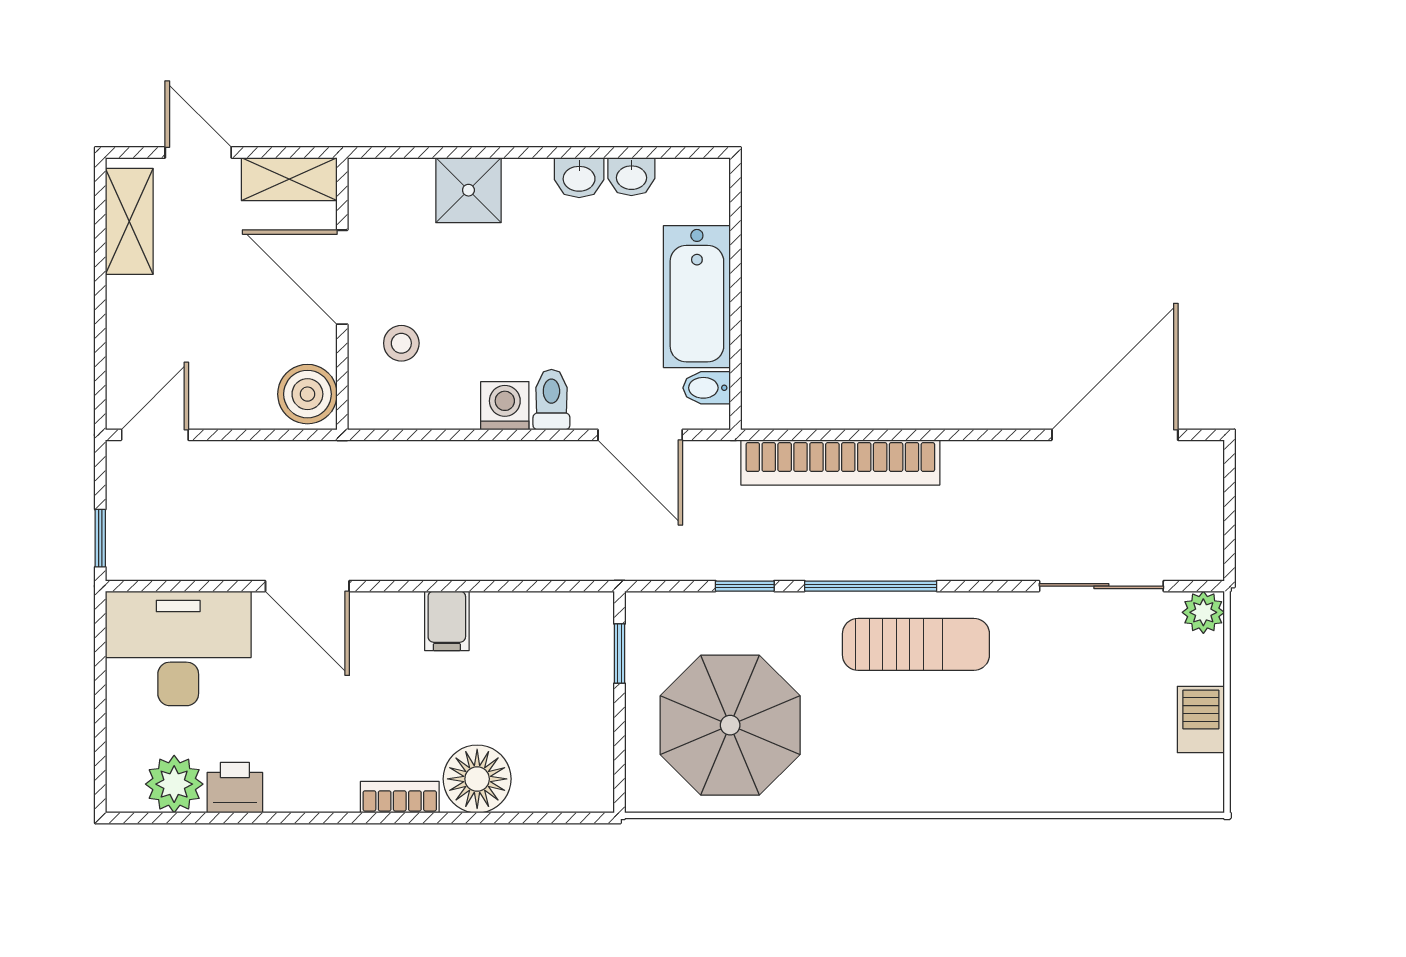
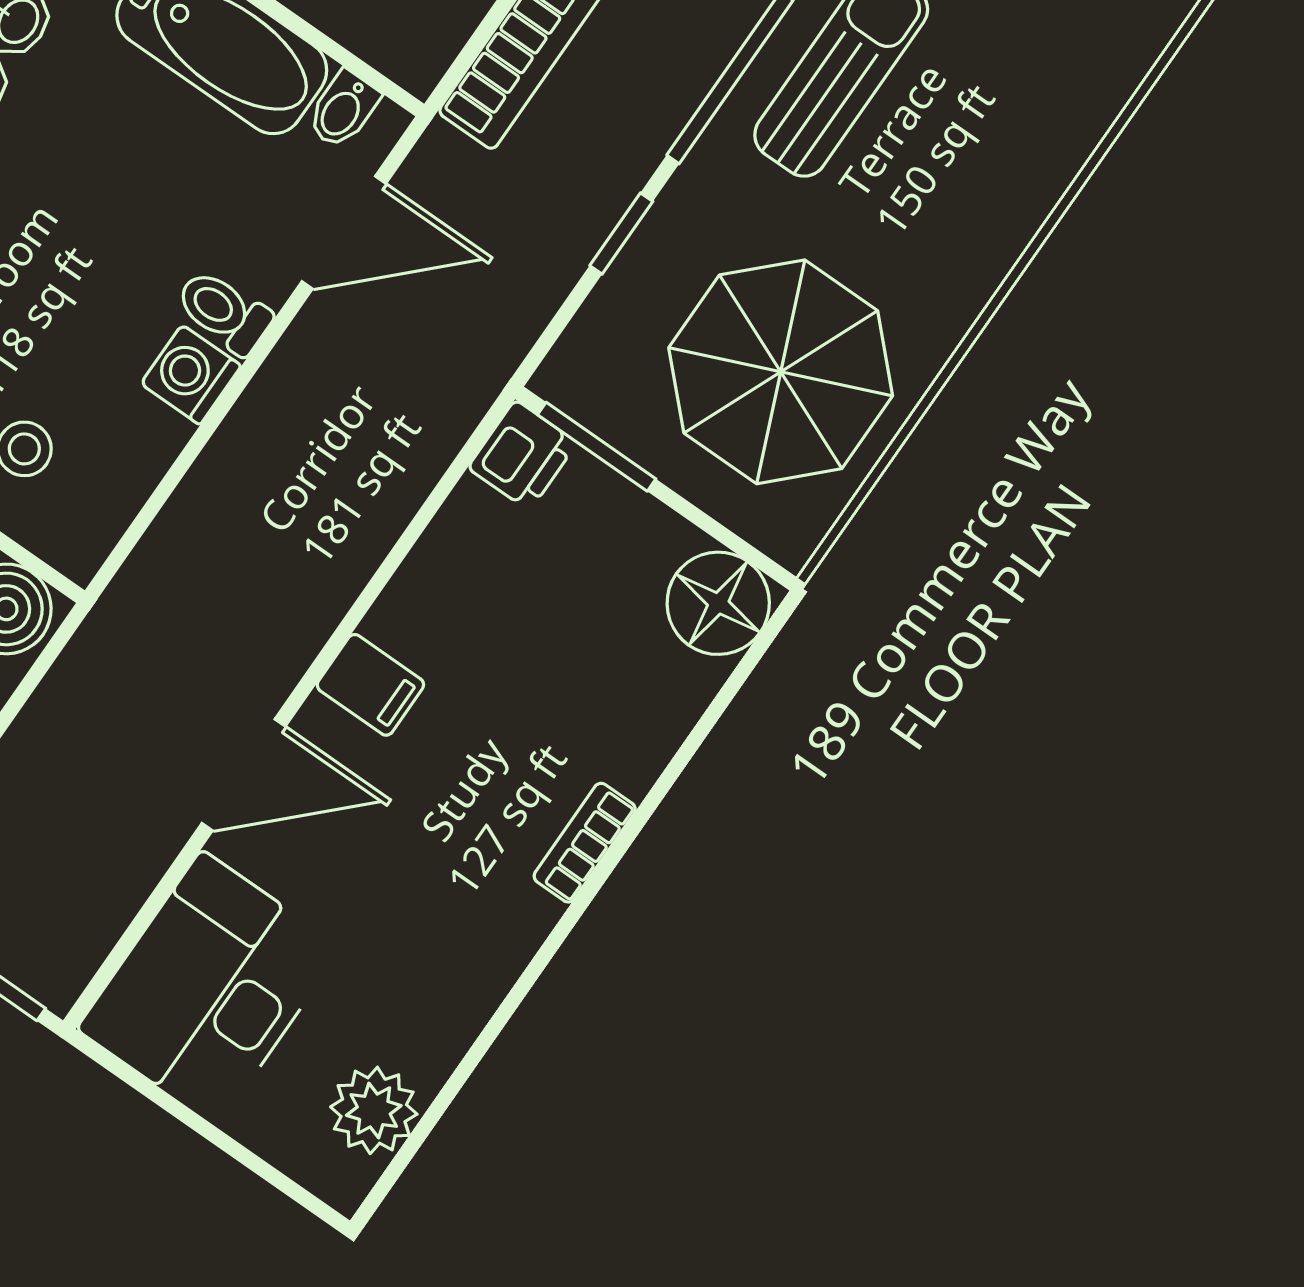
filing cabinet: (447, 621) -> (370, 685), moved
window: (620, 654) -> (597, 447), width x1.50
floor lamp: (477, 779) -> (718, 603), moved
printer: (235, 788) -> (522, 455), moved, turned 180

